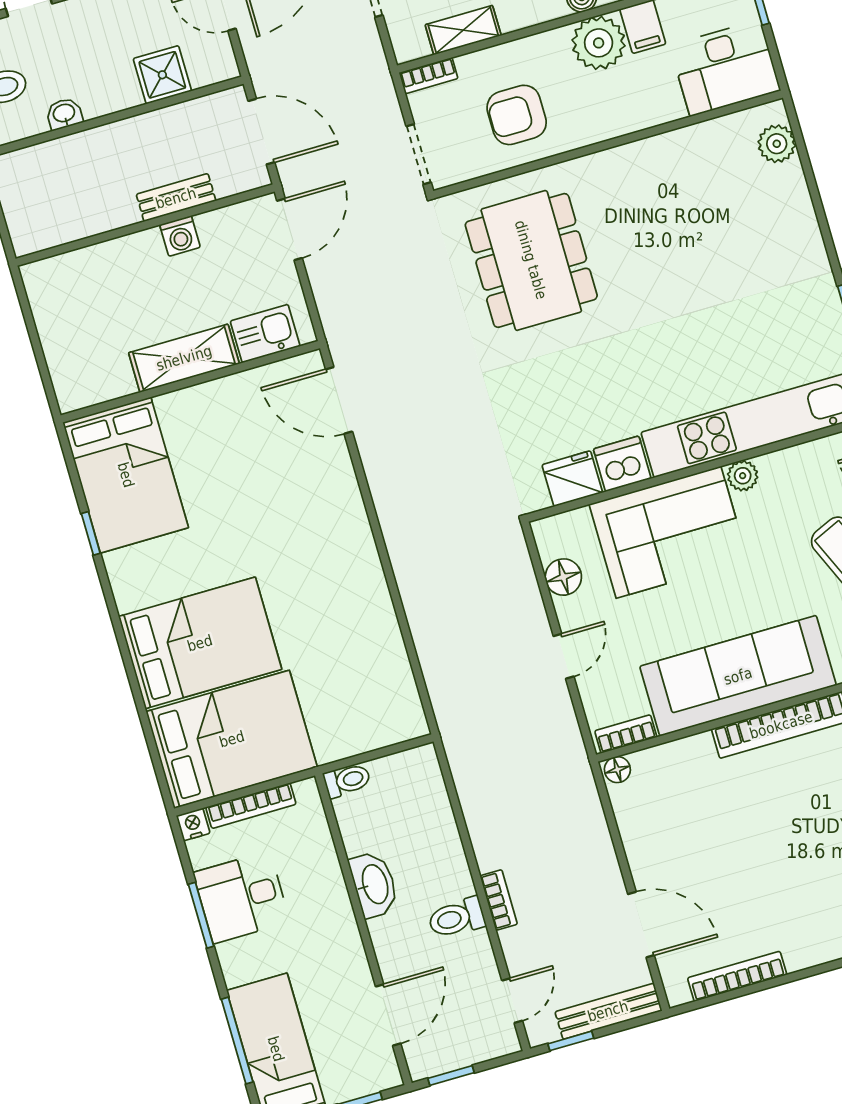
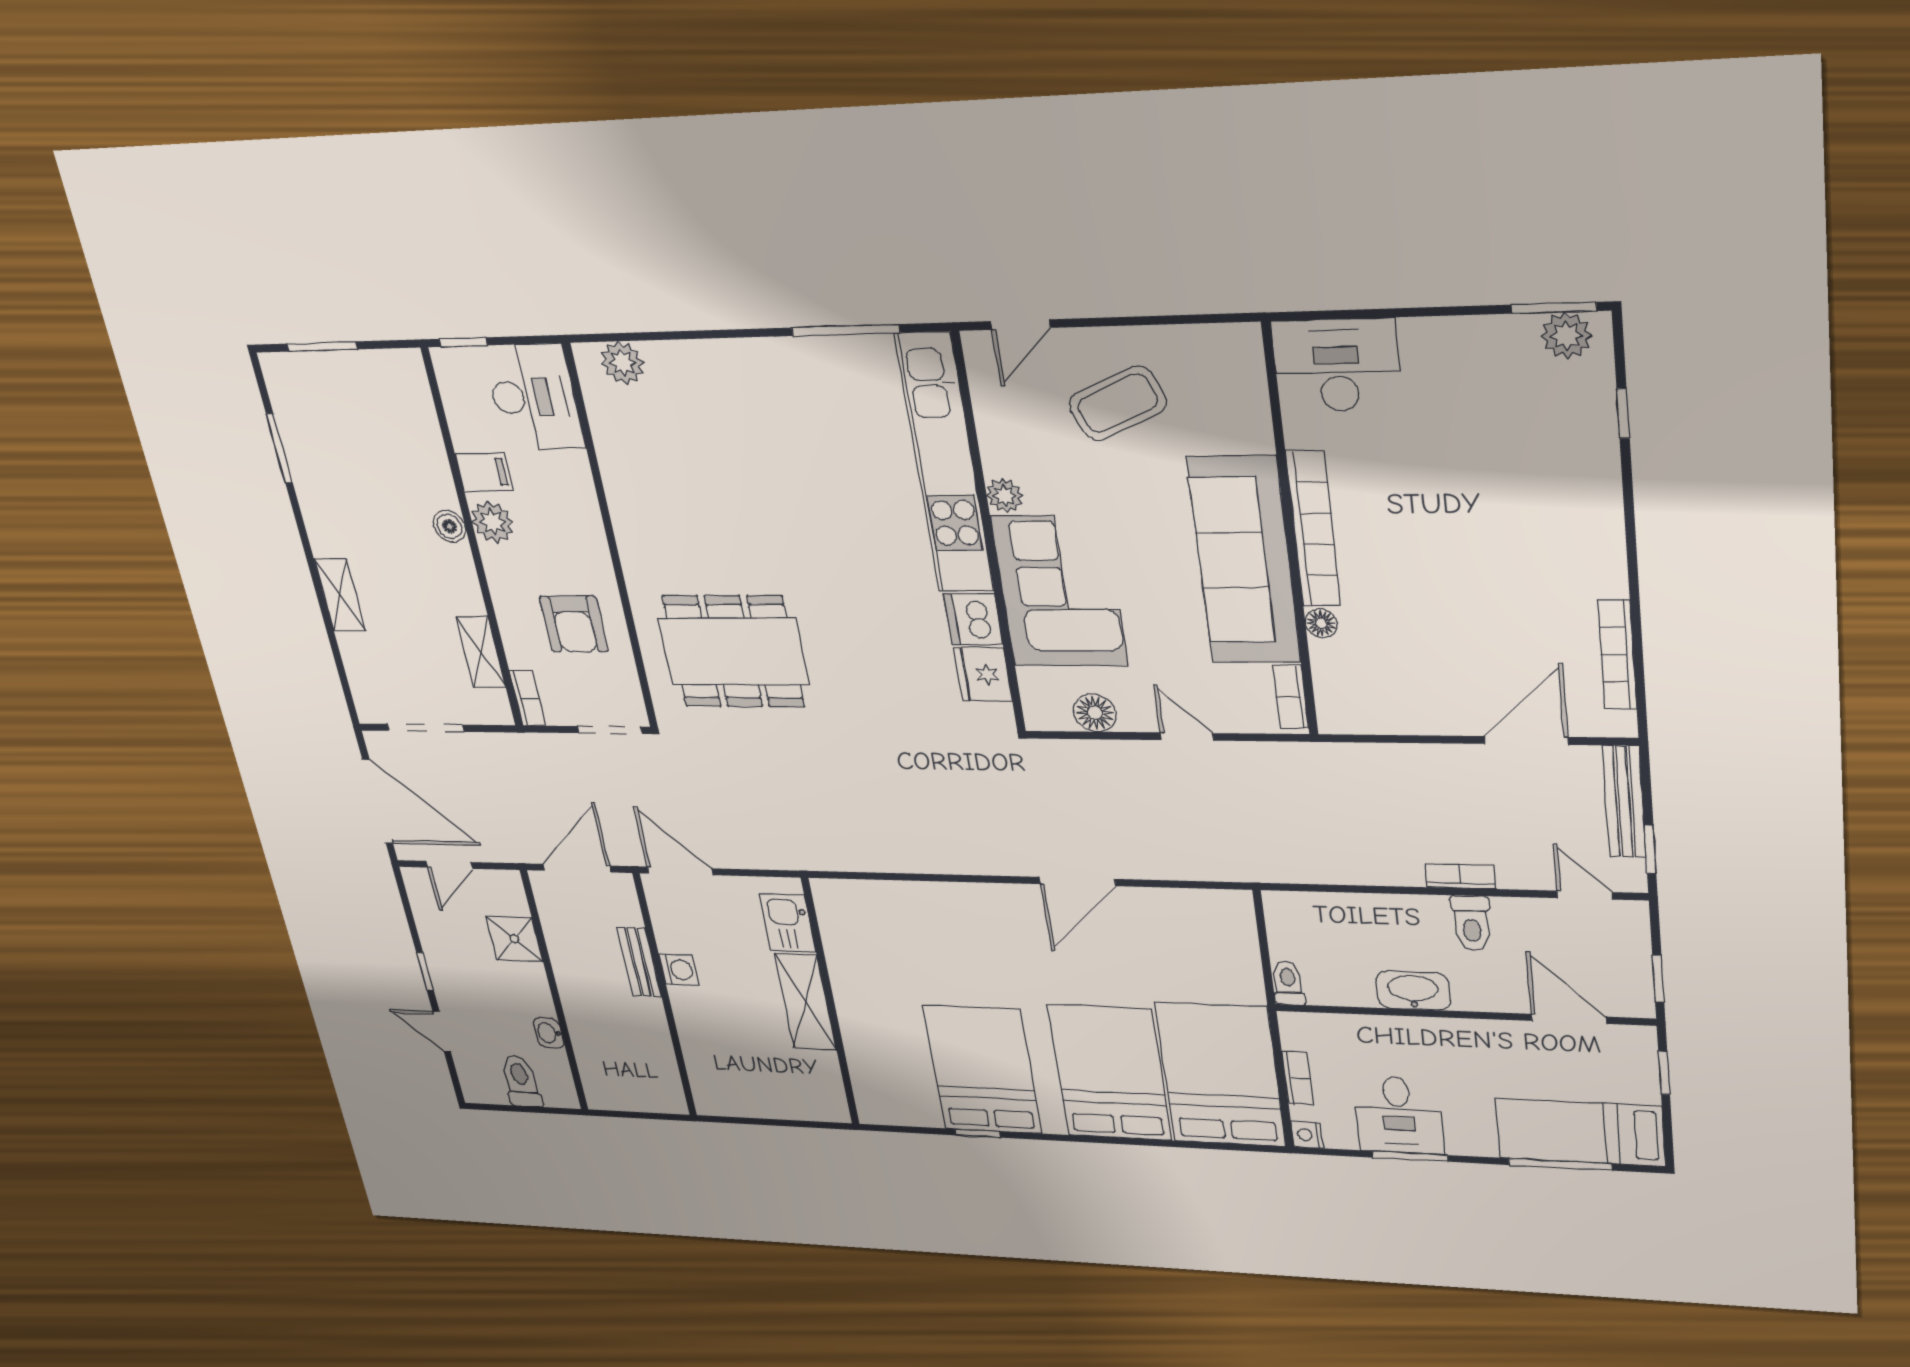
plant: (599, 43) -> (493, 522), width x0.73, depth x0.73
door: (339, 400) -> (1077, 882), moved
bed: (126, 475) -> (982, 1070), moved, turned -90
floor lamp: (617, 770) -> (1321, 623), moved
bookcase: (251, 806) -> (1298, 1078), width x0.64

